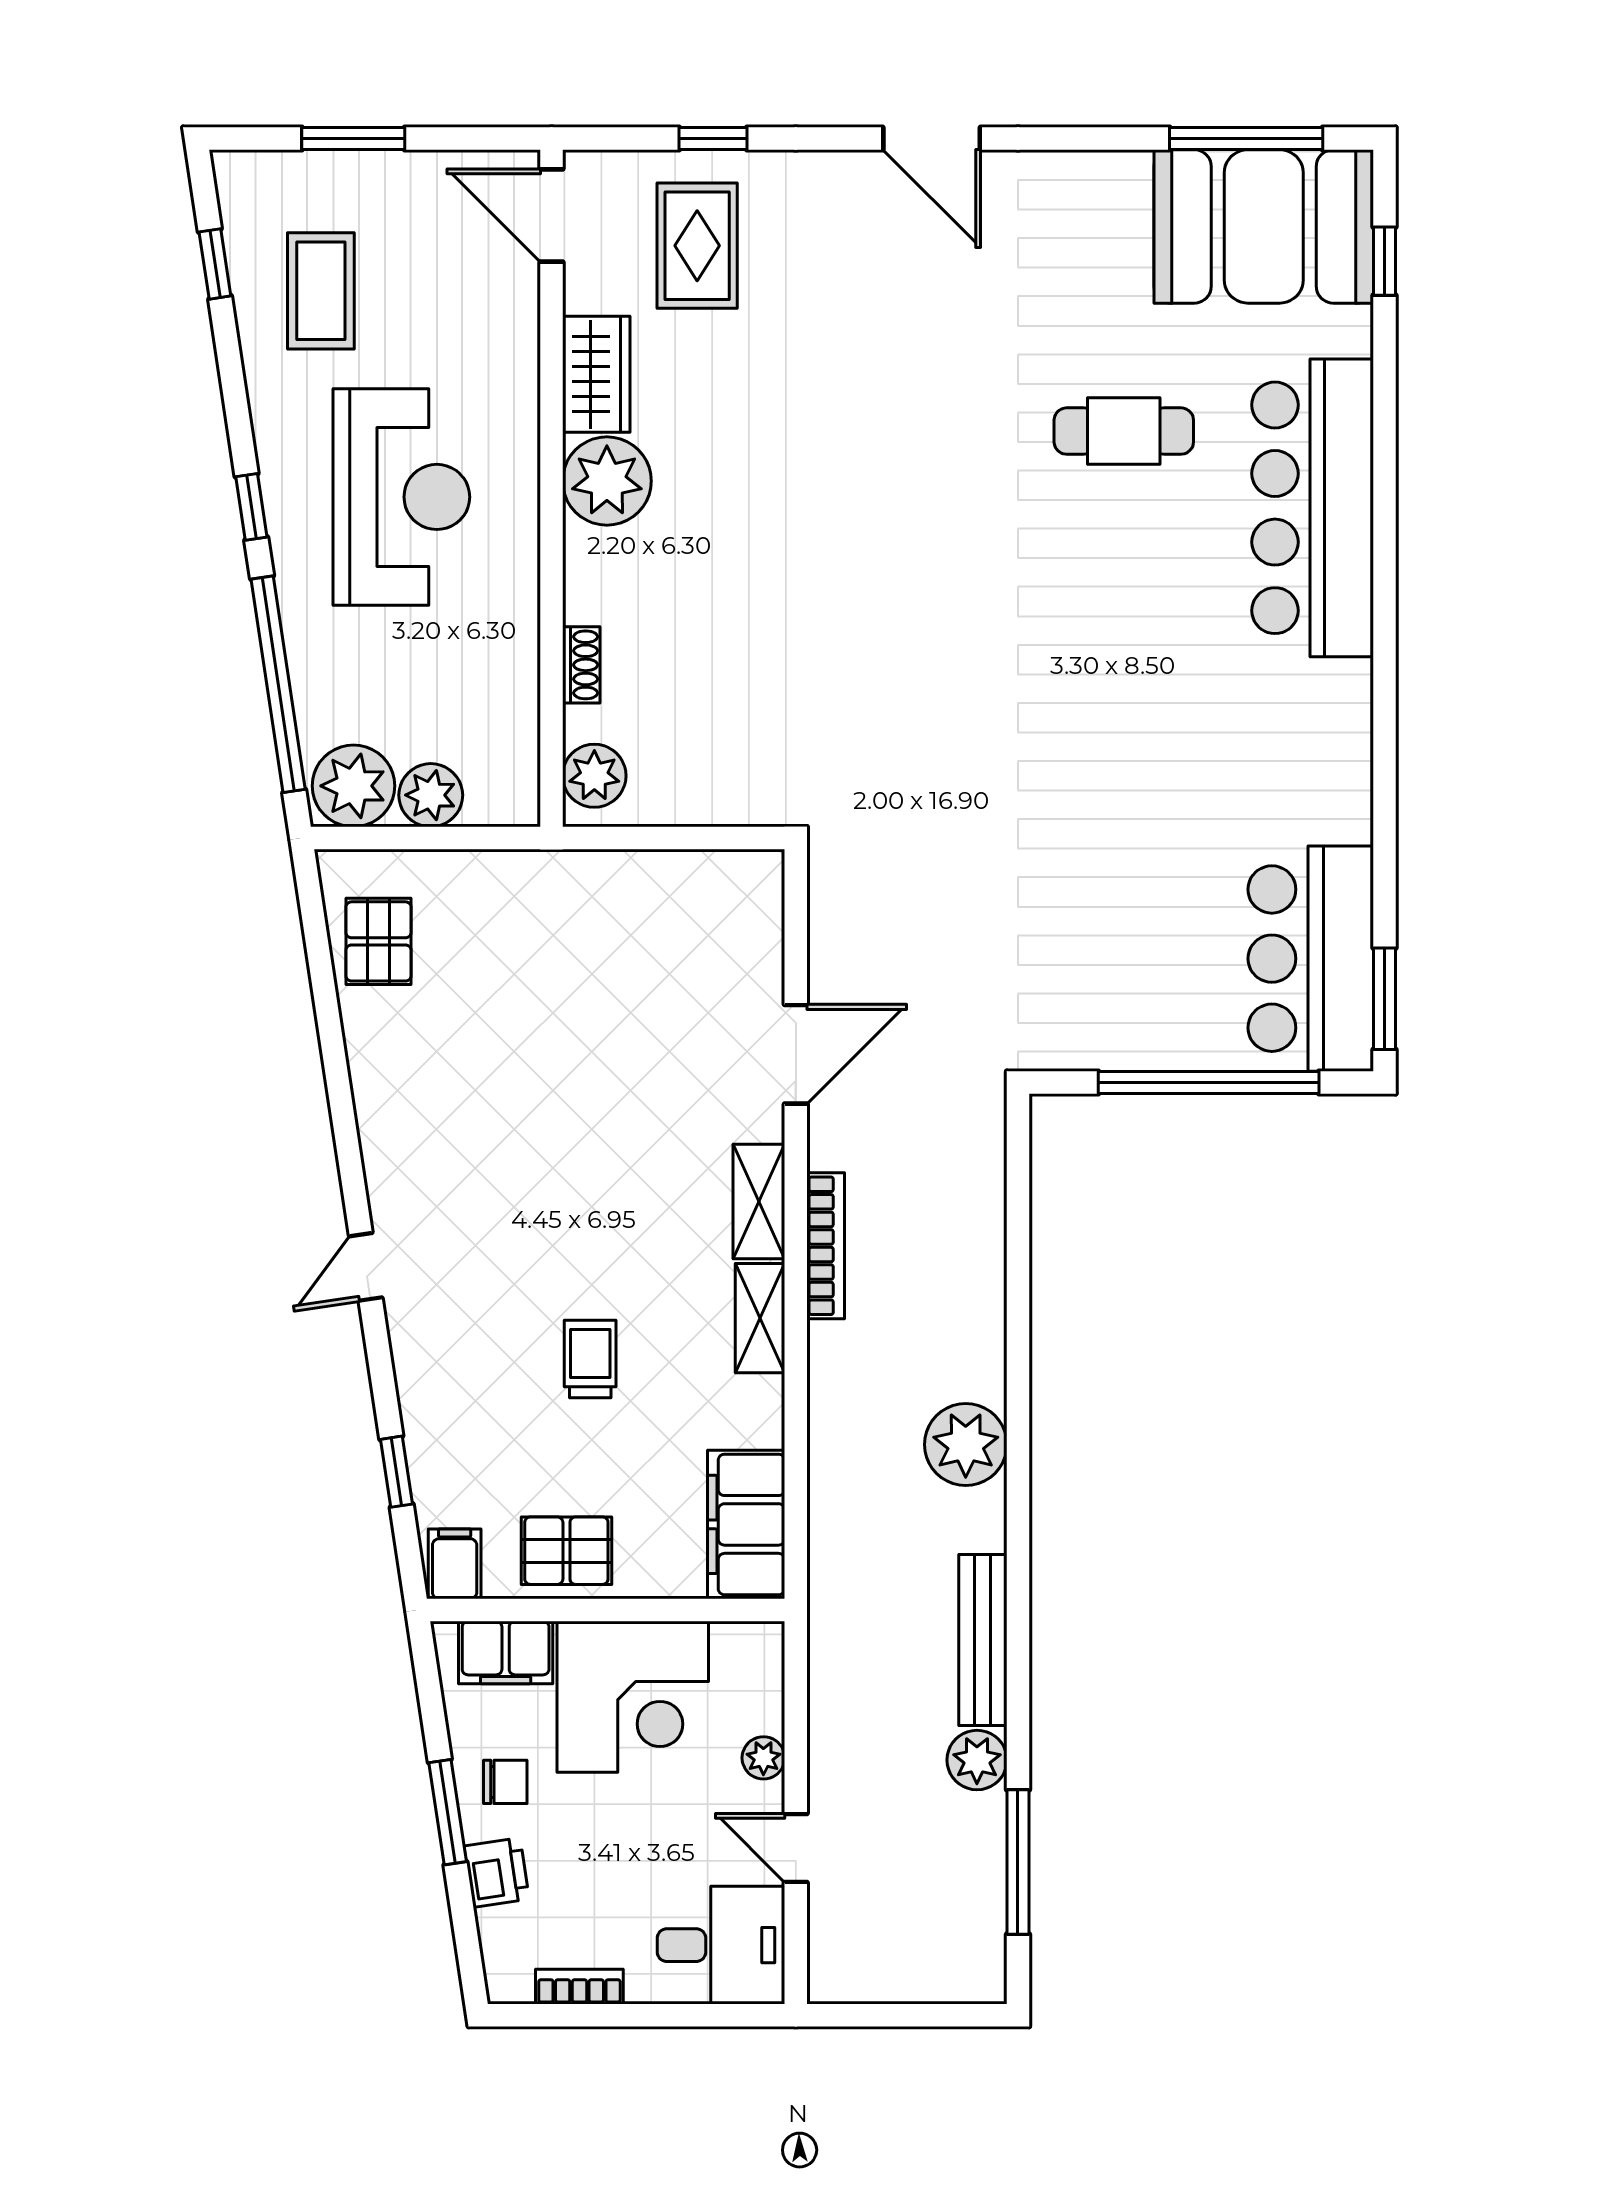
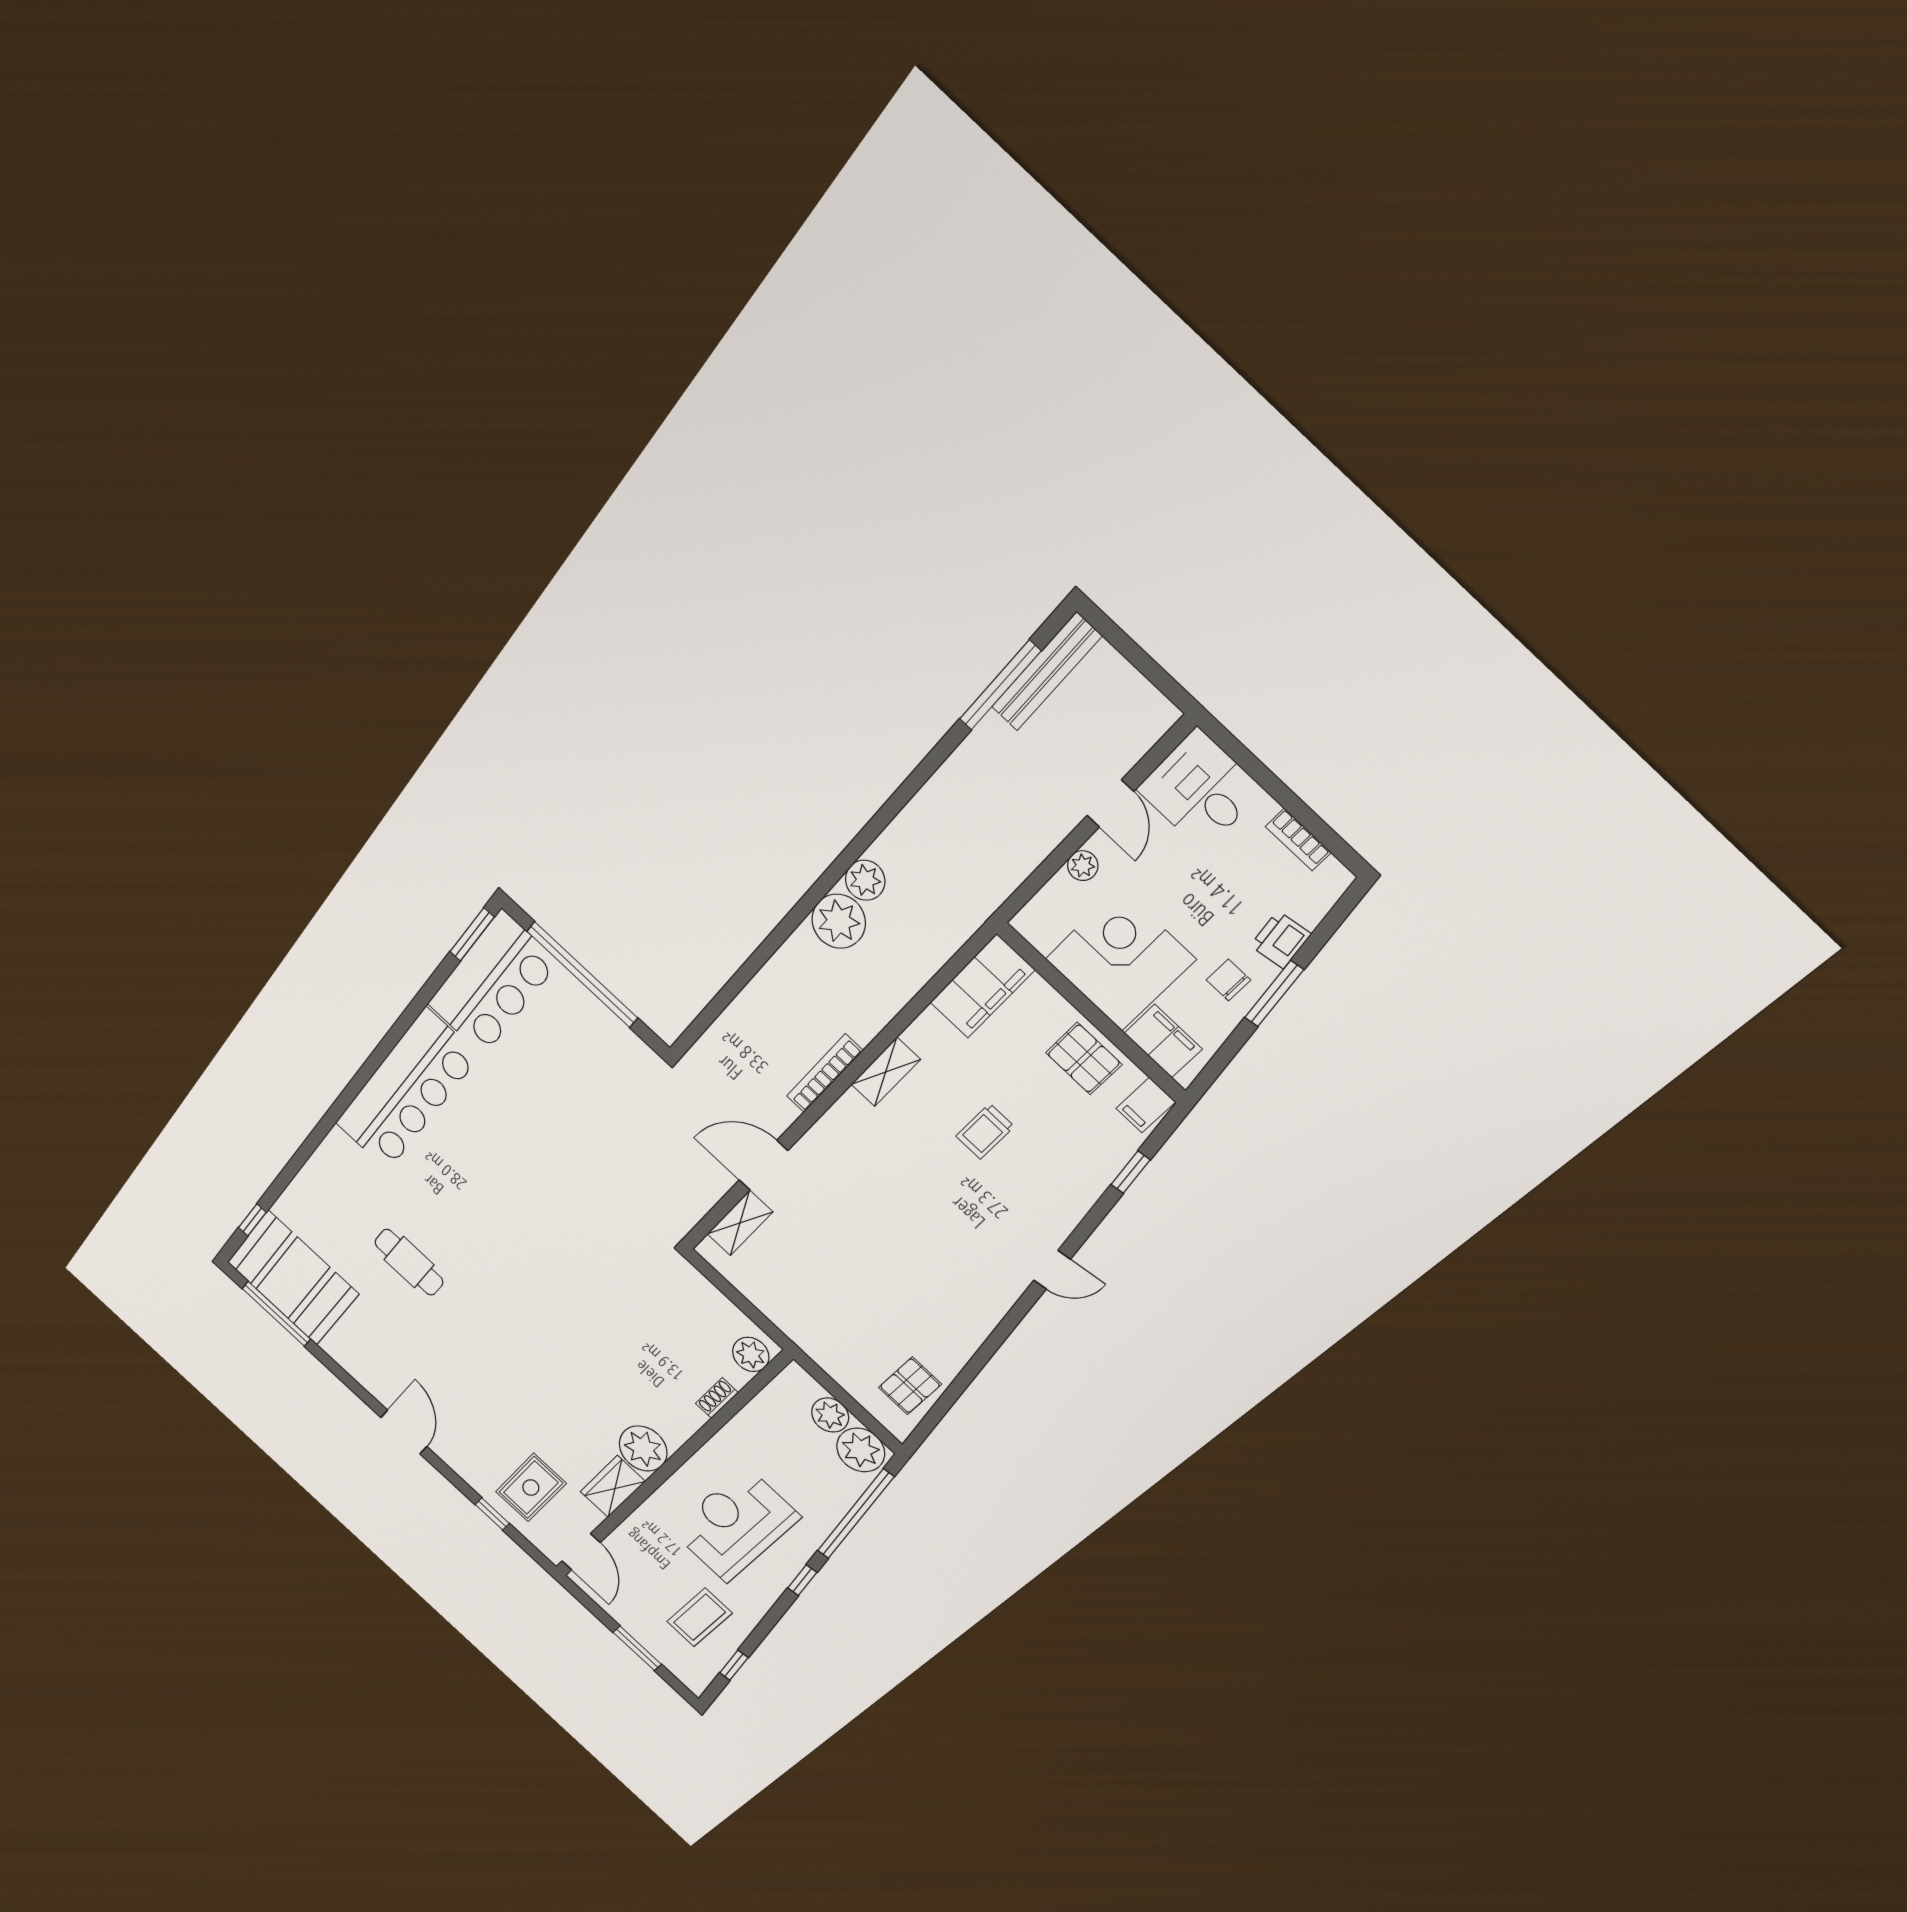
bar counter: (1313, 508) -> (406, 1090), moved
shelving: (759, 1201) -> (740, 1223), moved
bench: (983, 1640) -> (1046, 672), moved
plant: (977, 1760) -> (865, 880), moved

